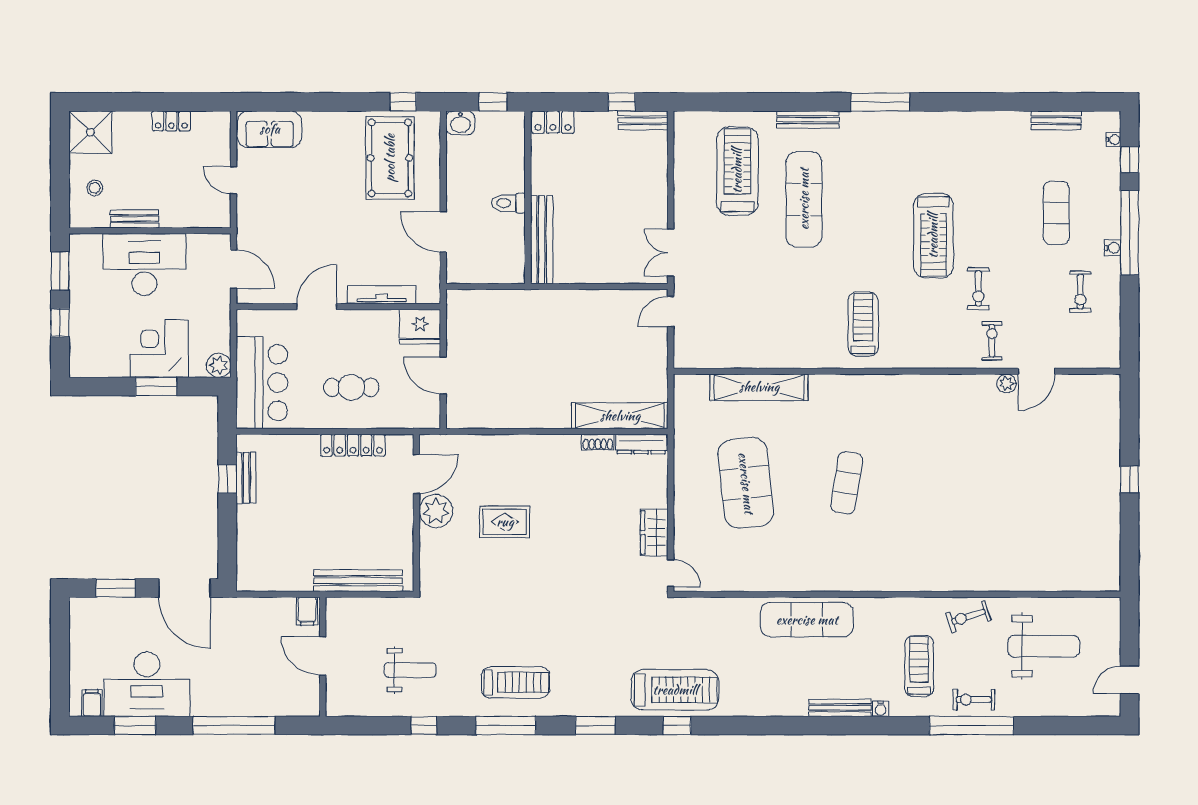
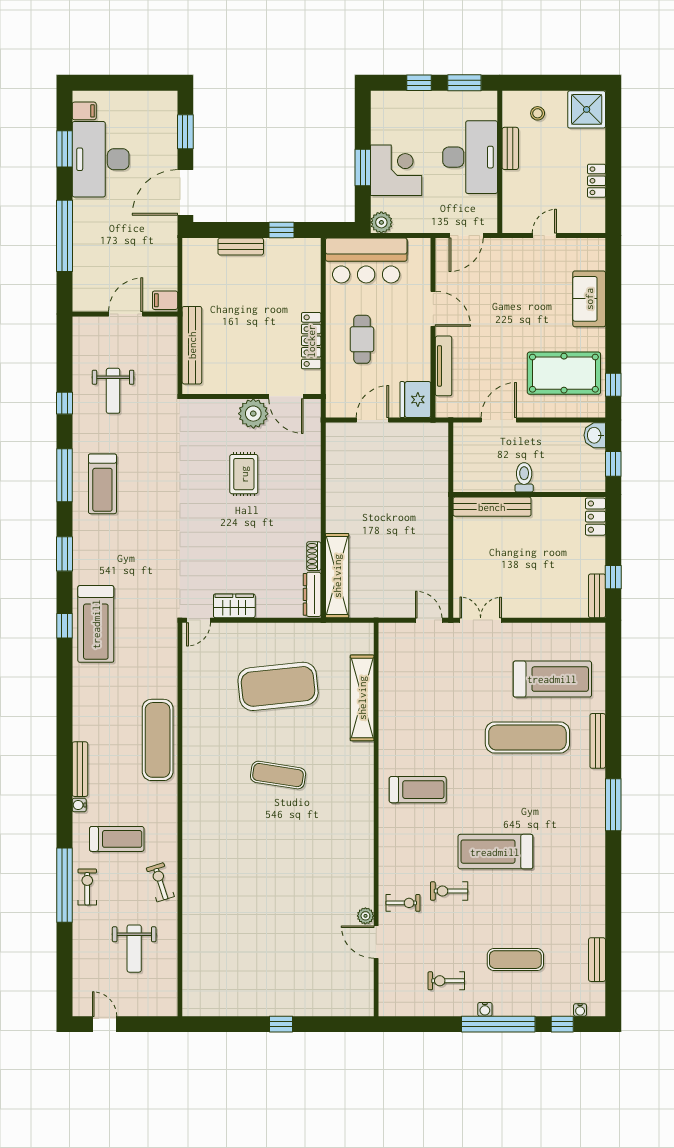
sofa: (270, 129) -> (589, 299), moved
bench: (246, 478) -> (241, 247), moved
weight bench: (1044, 646) -> (134, 949), width x0.73, depth x0.75

